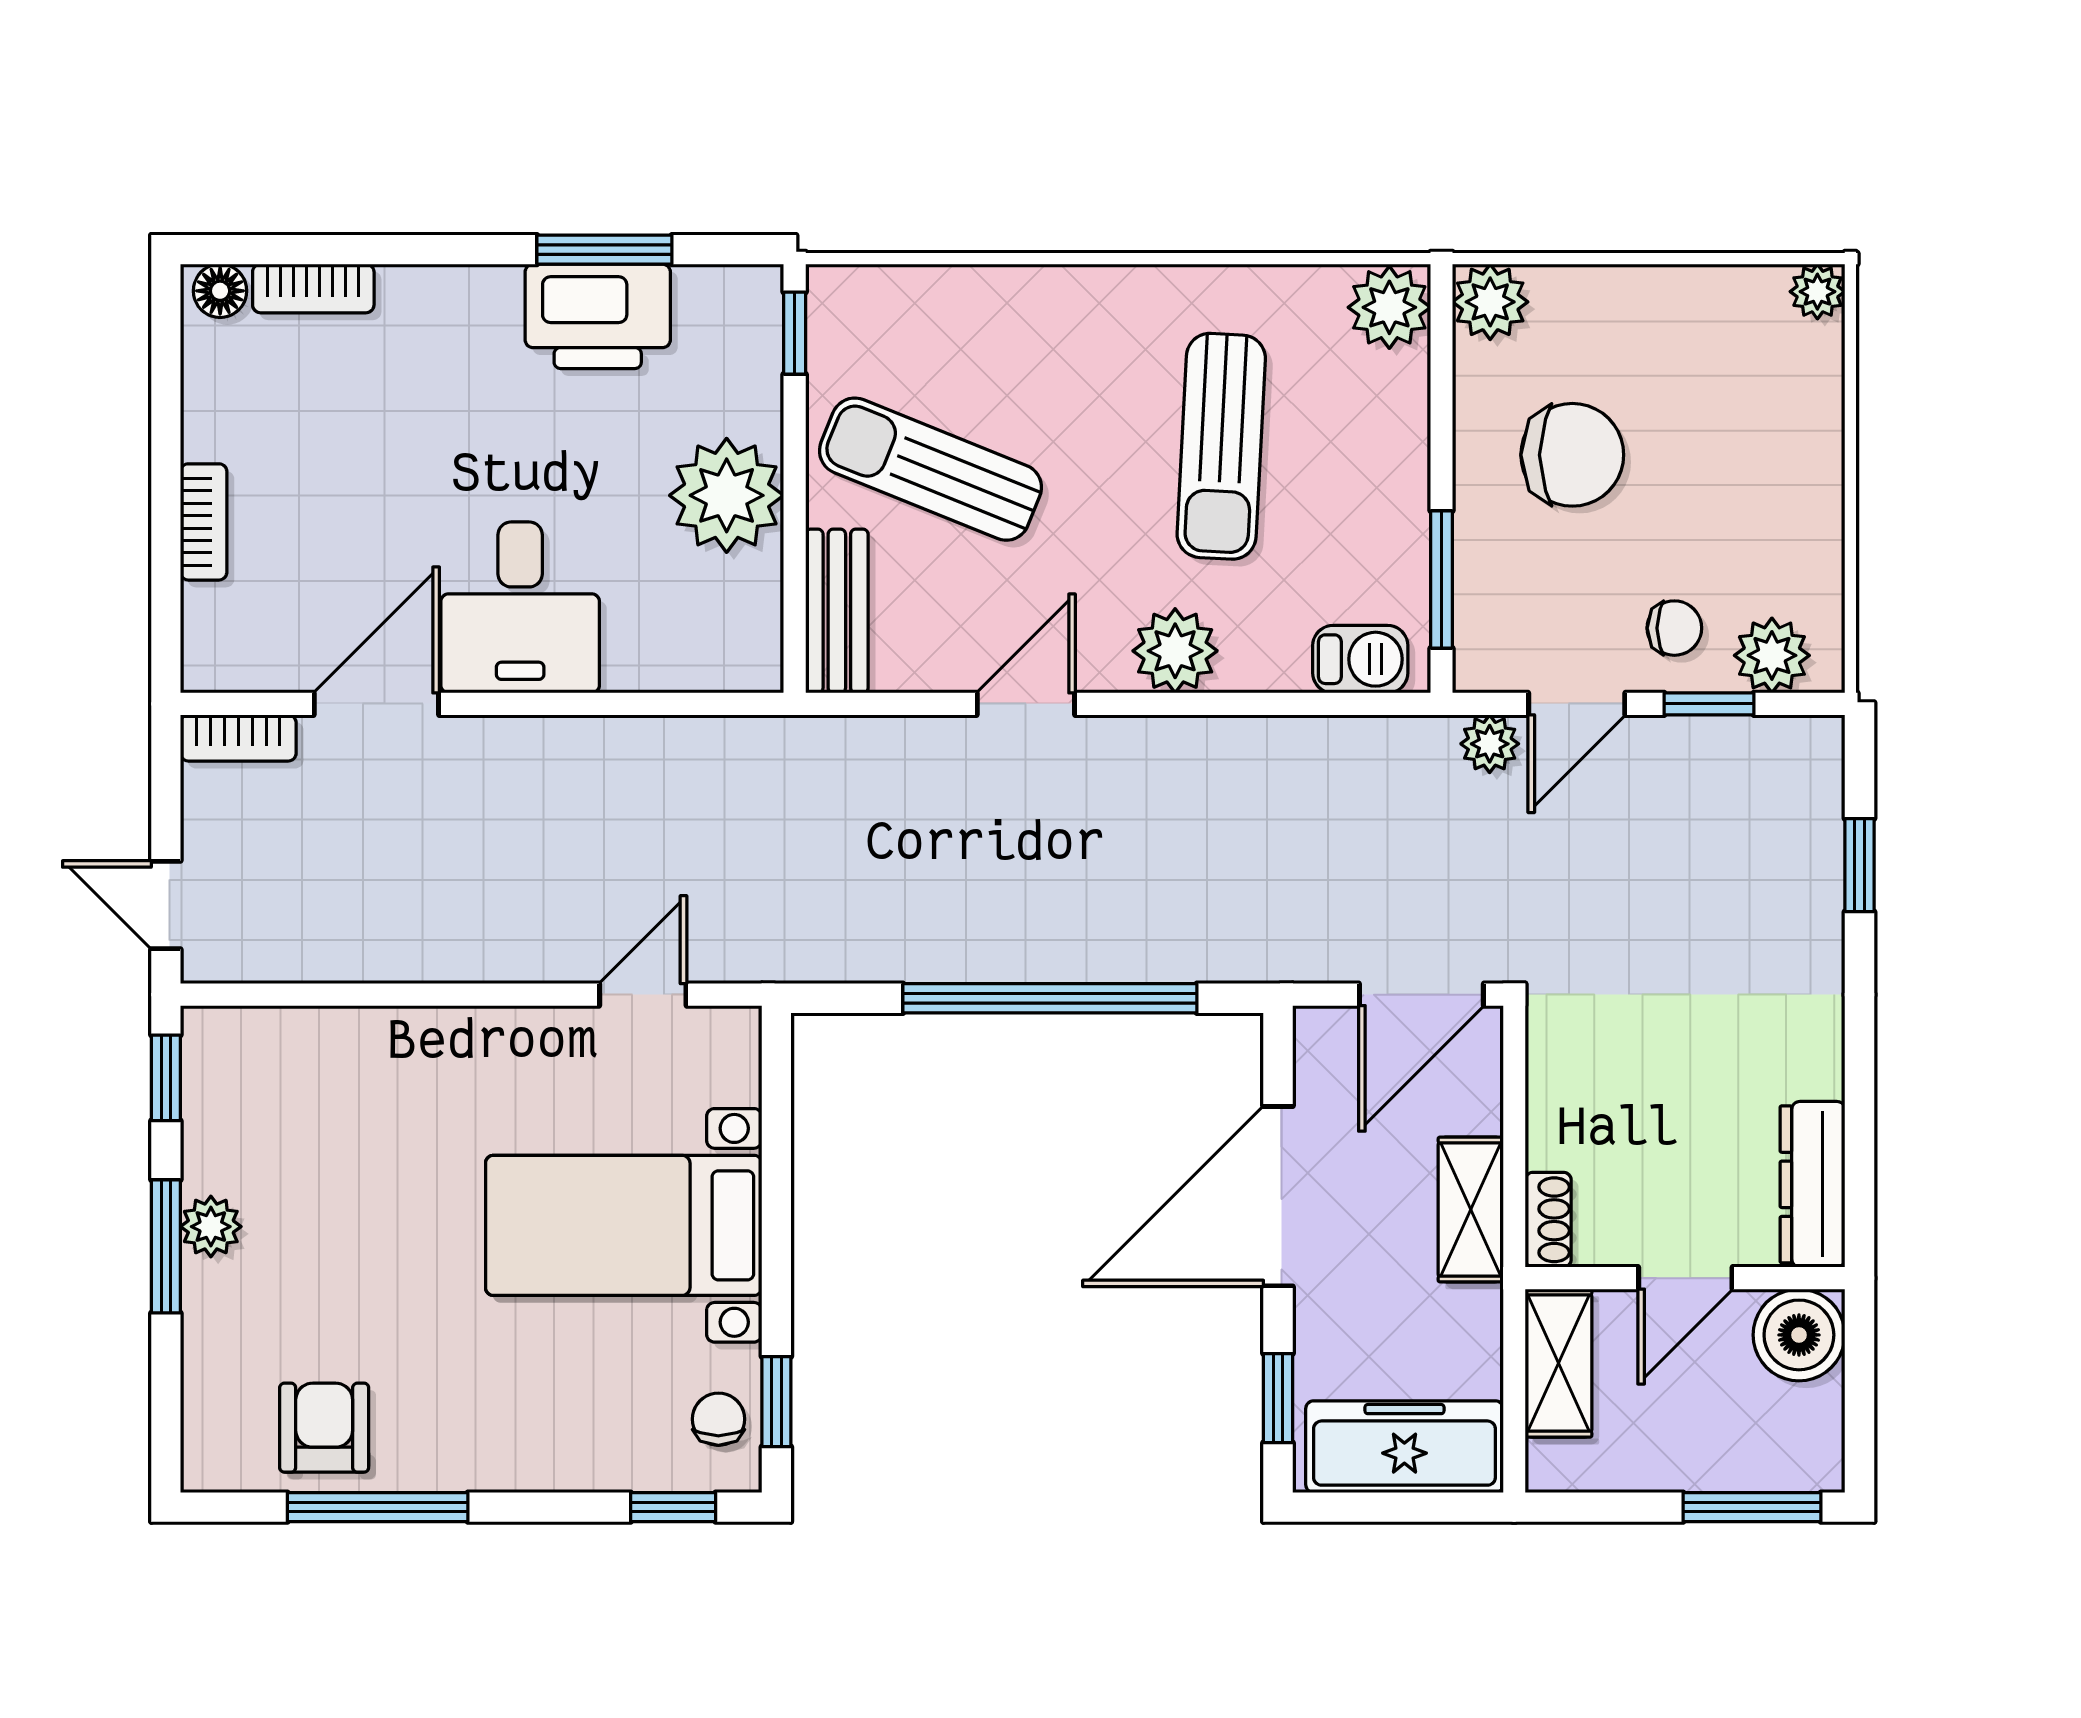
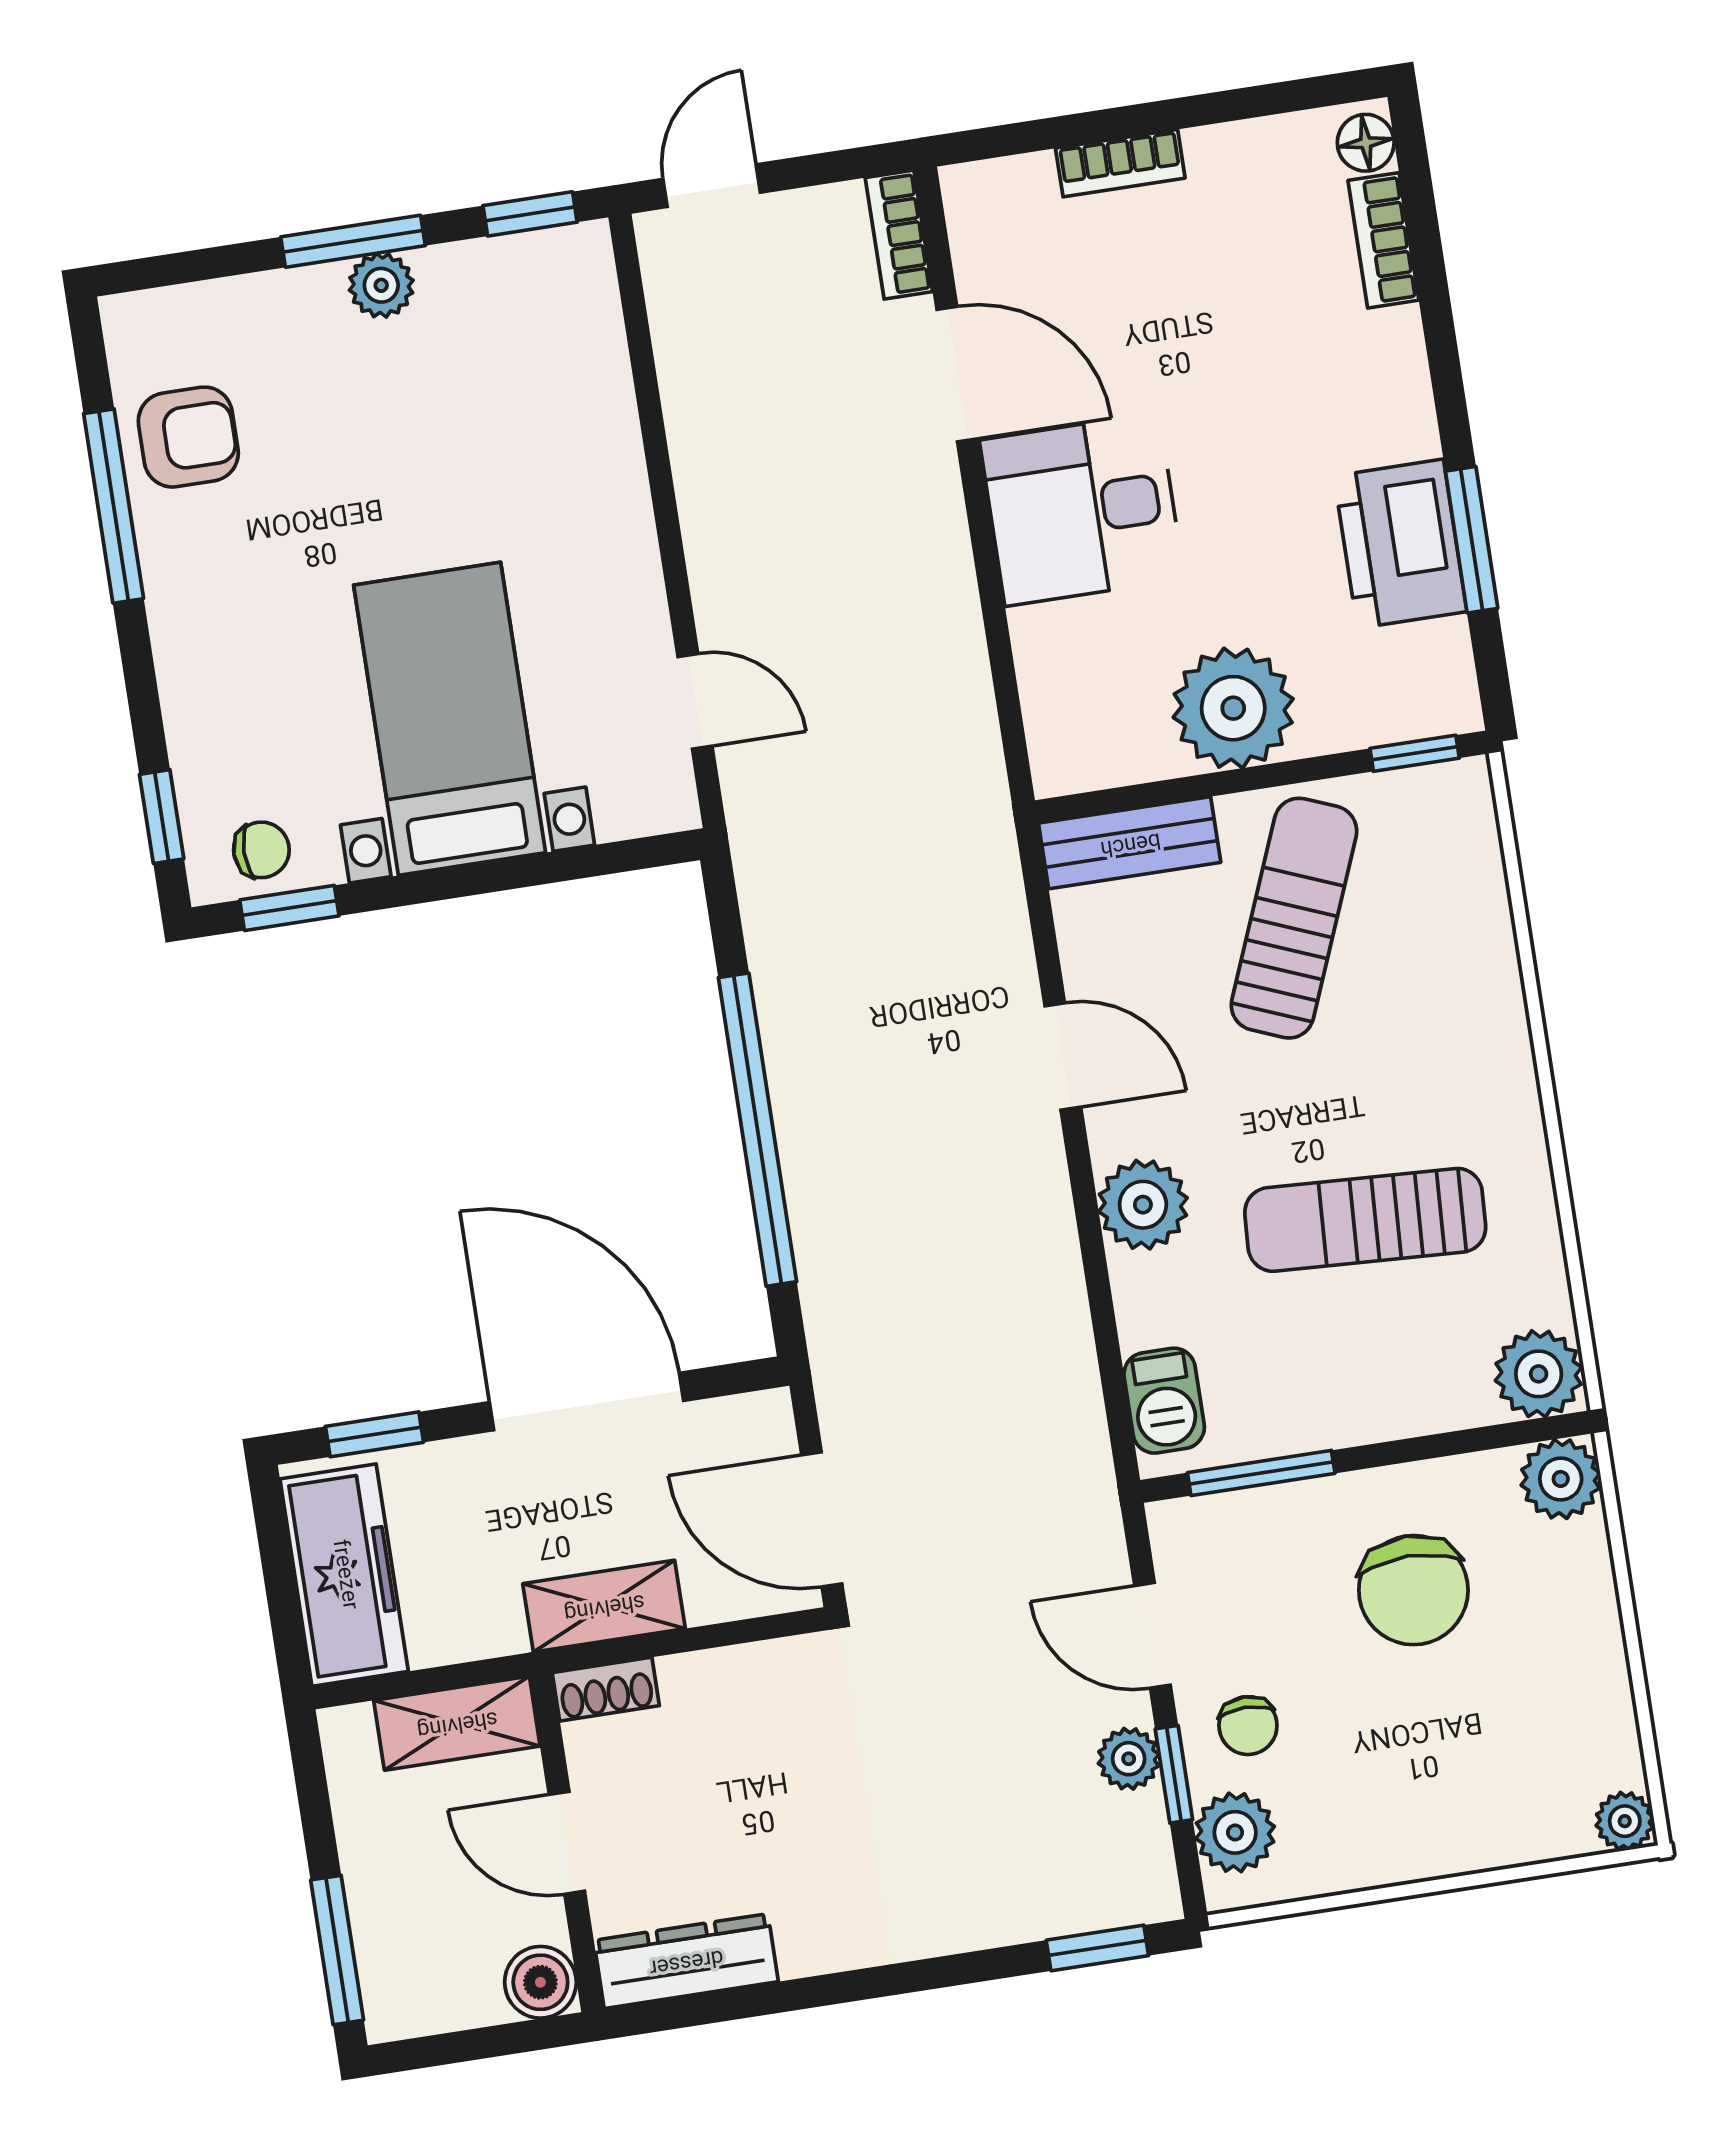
plant: (1490, 744) -> (1129, 1759), moved
window: (1859, 865) -> (1097, 1948), moved
boiler: (1799, 1335) -> (540, 1982), width x0.73, depth x0.73

